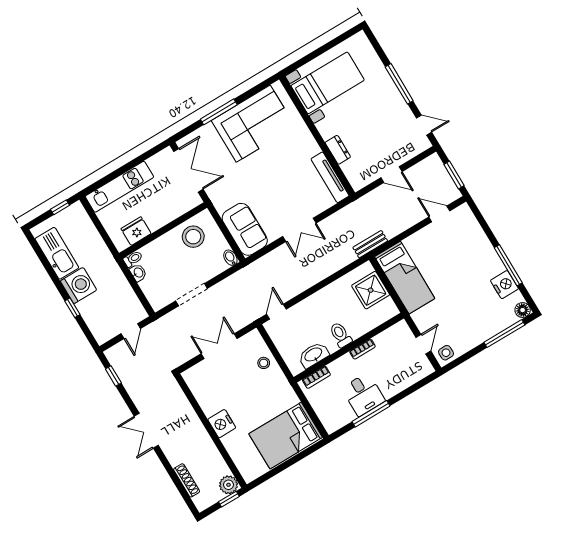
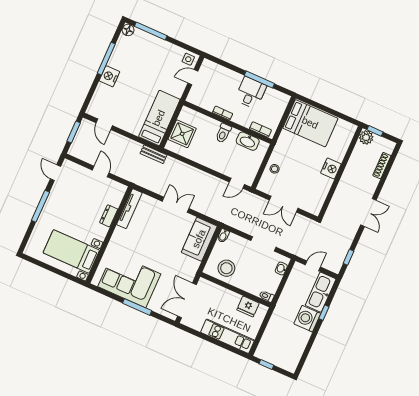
kitchen sink: (57, 253) -> (321, 292), moved
washbasin: (138, 273) -> (281, 269), moved
nightstand: (504, 285) -> (109, 76), moved

